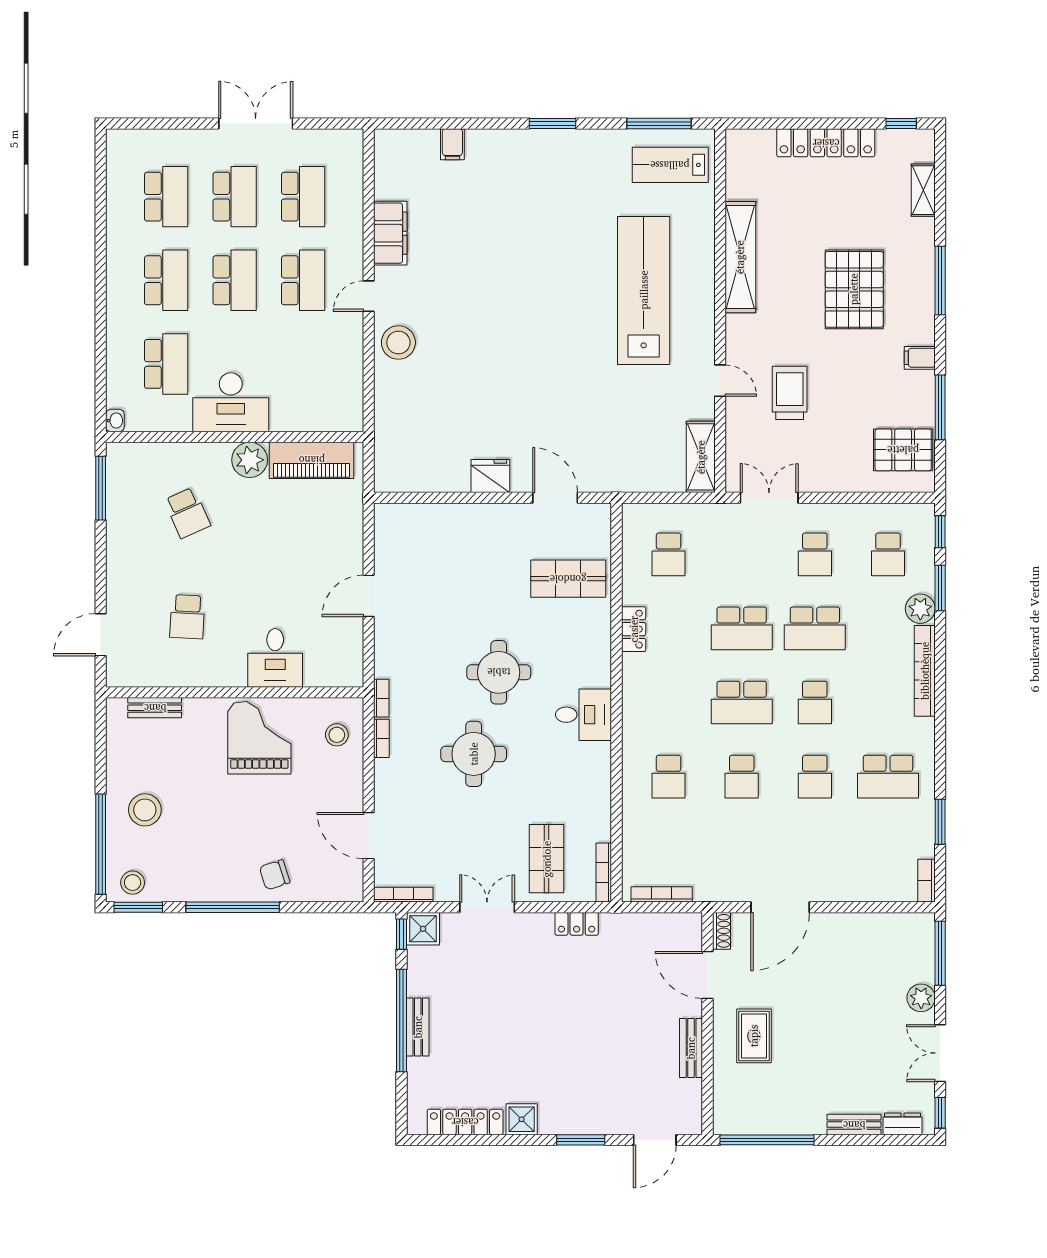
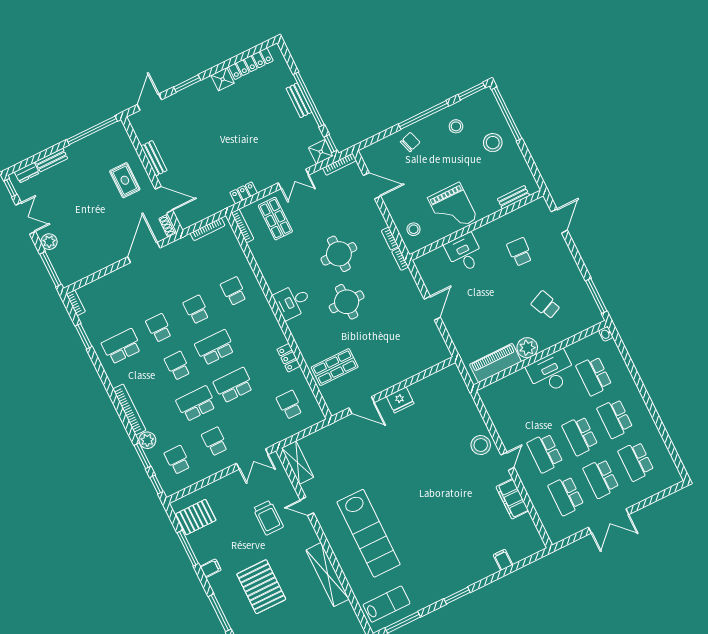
stool: (133, 883) -> (456, 126), moved

